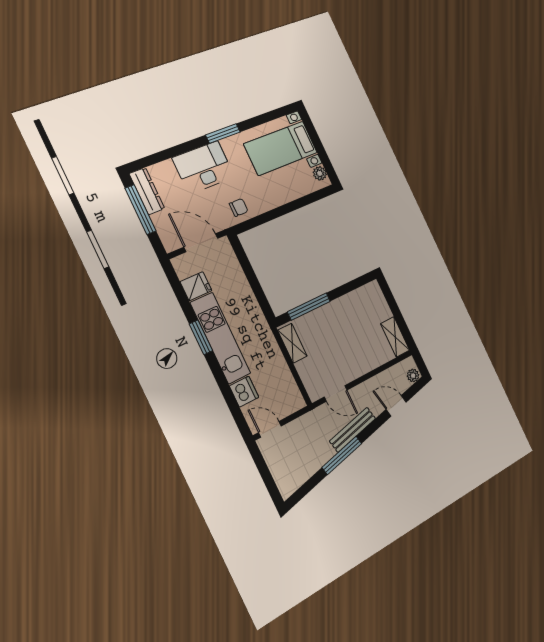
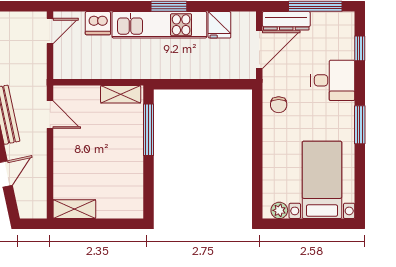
window: (159, 157) -> (360, 48), added
desk: (204, 167) -> (333, 80), width x0.73
dresser: (147, 191) -> (286, 21), moved
plant: (413, 376) -> (26, 209), removed
door: (336, 393) -> (50, 115), swing flipped

